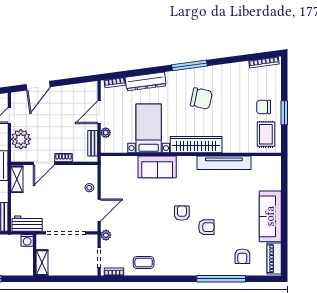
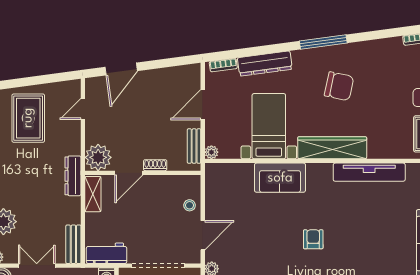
plant: (106, 133) -> (211, 152), moved
plant: (21, 139) -> (98, 157), moved
armchair: (206, 227) -> (346, 258), removed

